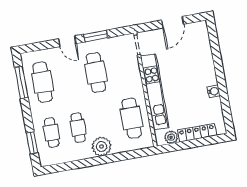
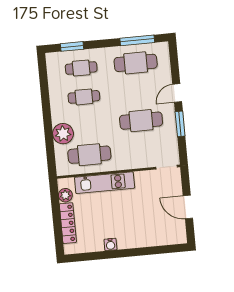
kitchen unit: (155, 92) -> (105, 183), width x0.73
plant: (101, 146) -> (63, 134), moved

